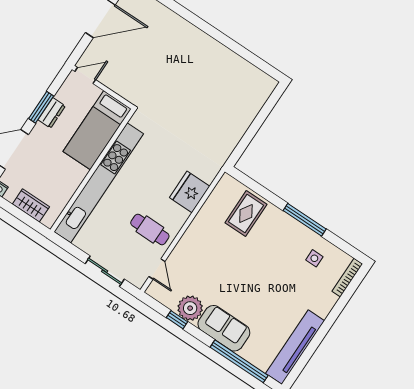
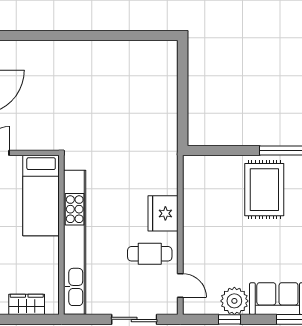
fridge: (190, 192) -> (163, 213), moved
rug: (246, 214) -> (264, 190), moved, width x1.36, depth x1.43

